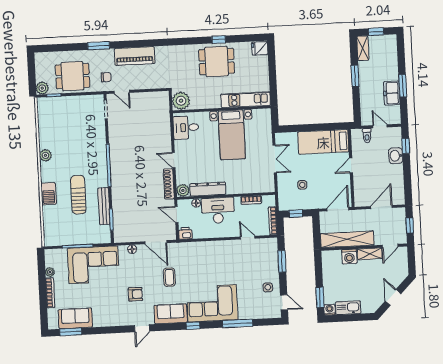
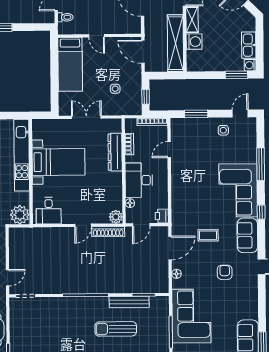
kitchen unit: (246, 100) -> (22, 155), width x1.36
dresser: (208, 189) -> (115, 152), moved

